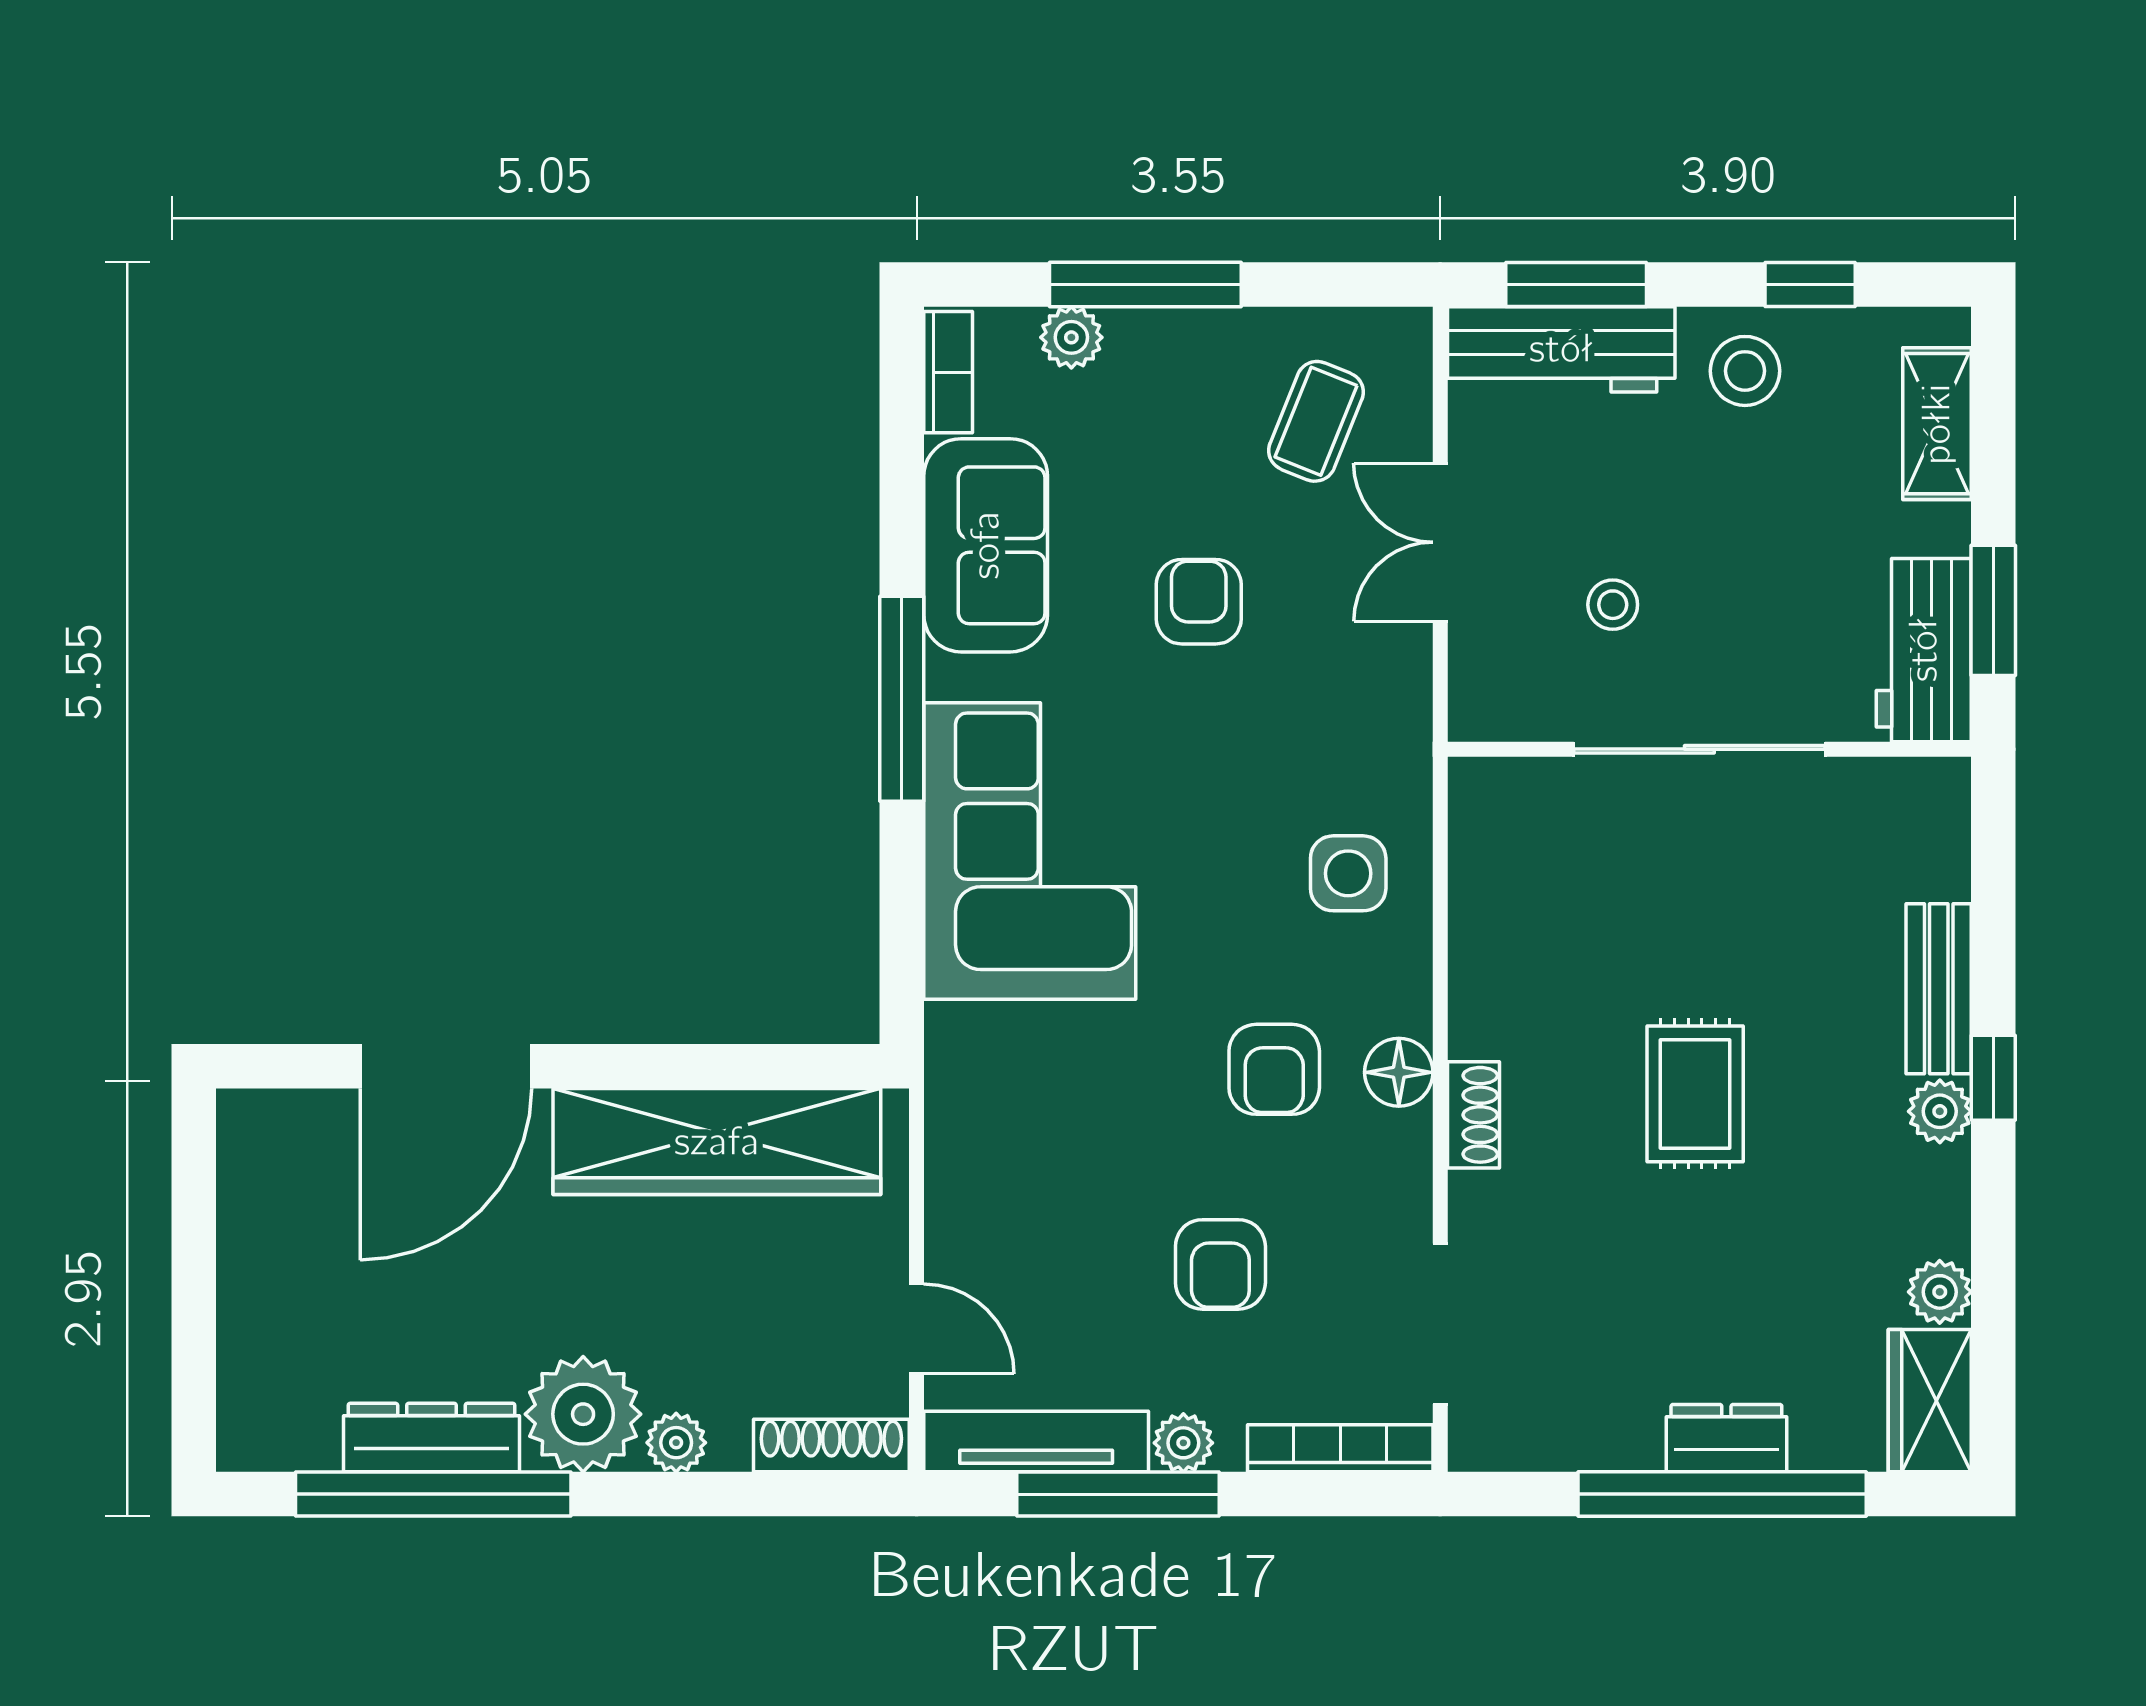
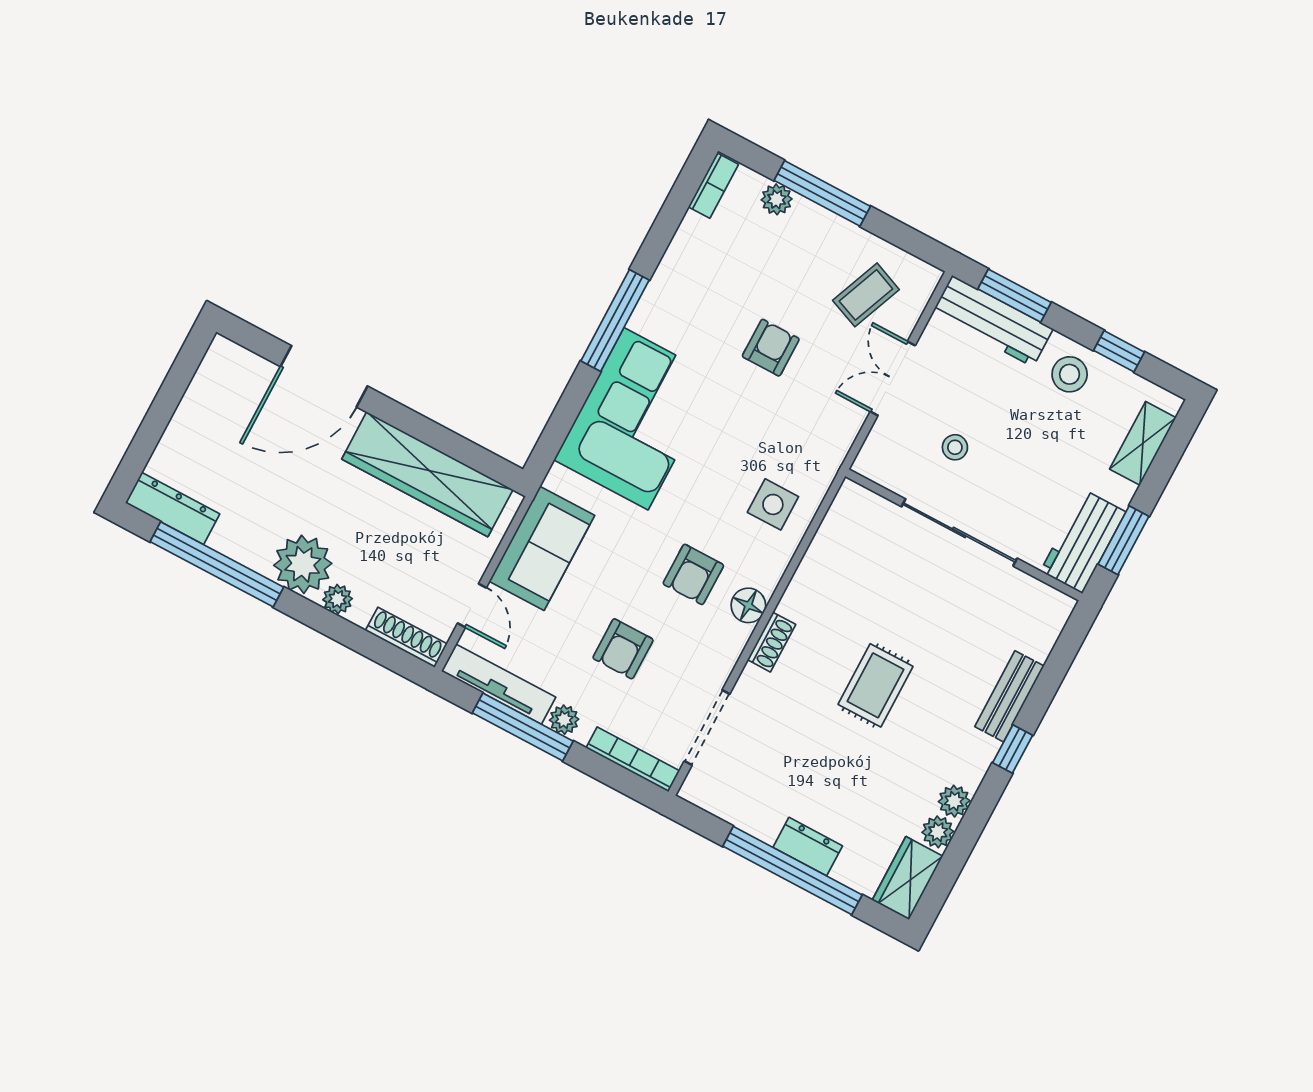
sofa: (986, 545) -> (542, 548), moved
plant: (1940, 1111) -> (954, 801), moved
dresser: (431, 1438) -> (172, 508), moved

